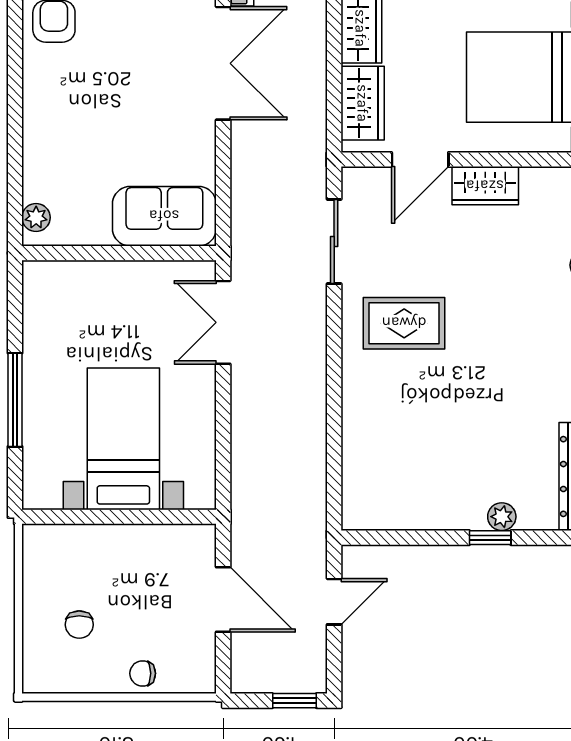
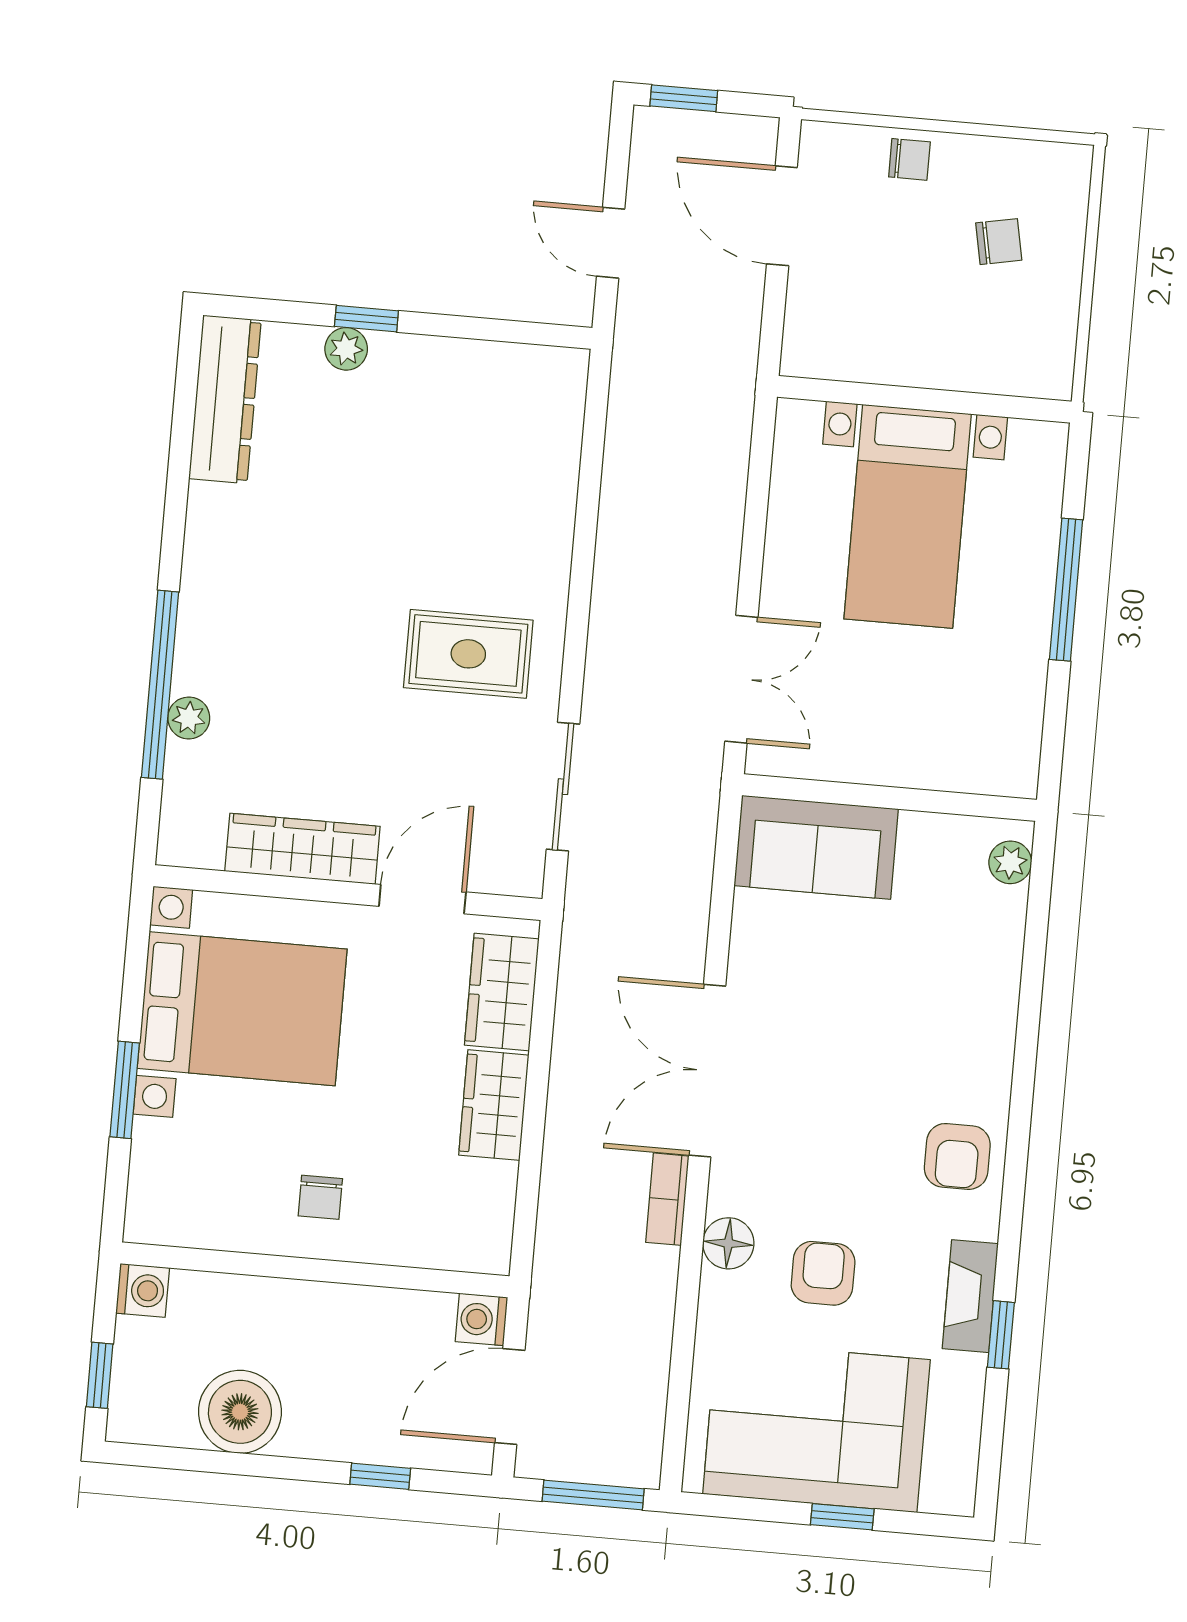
wardrobe: (485, 186) -> (302, 849), width x1.50
door: (223, 600) -> (782, 216), moved
door: (334, 602) -> (611, 243), hinge flipped
chair: (79, 625) -> (999, 242), turned 79

